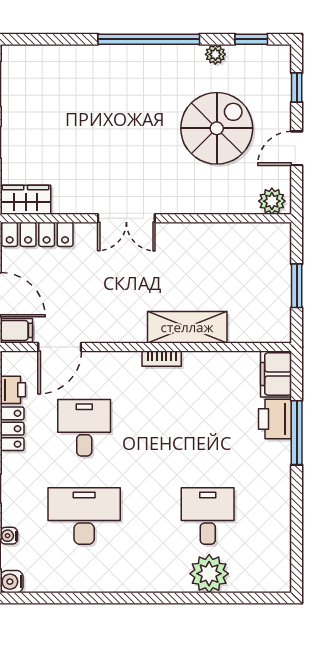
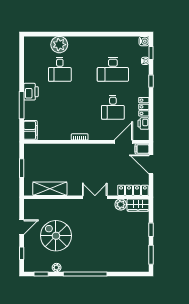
spiral stairs: (217, 128) -> (56, 236), turned 90
plant: (272, 201) -> (121, 205), moved
shelving: (187, 327) -> (50, 189), moved
printer: (275, 419) -> (31, 92), moved

